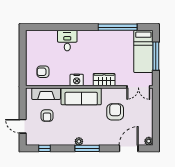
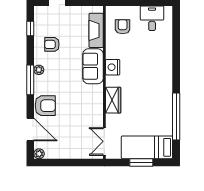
desk: (67, 41) -> (152, 18), moved, turned -90
window: (156, 56) -> (141, 162), width x0.69
sofa: (81, 96) -> (93, 66), width x0.73
armchair: (115, 112) -> (45, 106), moved
armchair: (47, 116) -> (52, 44), moved

